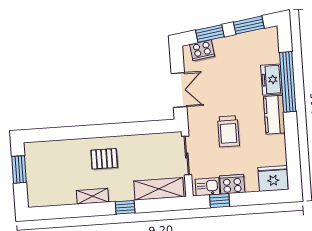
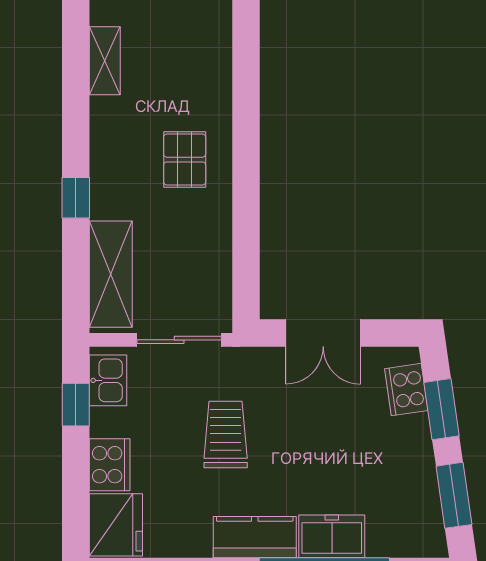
trolley: (228, 131) -> (226, 434), turned 90
cooker: (232, 184) -> (110, 465), moved
shelving: (92, 196) -> (105, 61), moved

